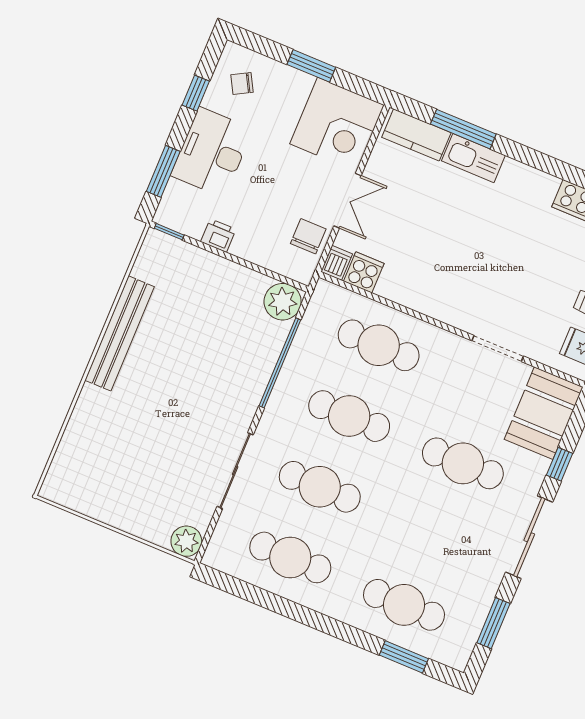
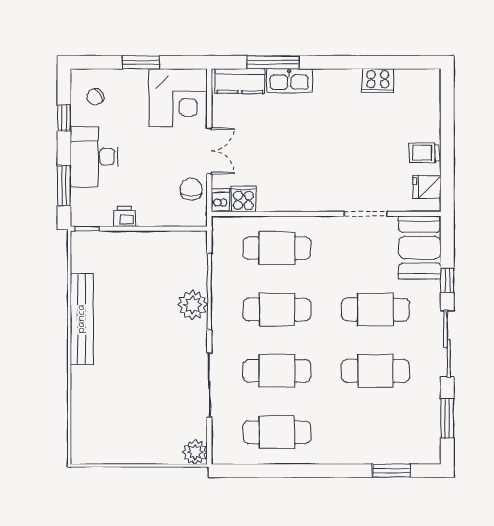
plant: (283, 302) -> (192, 305), moved
cafe table: (404, 605) -> (375, 371), moved

